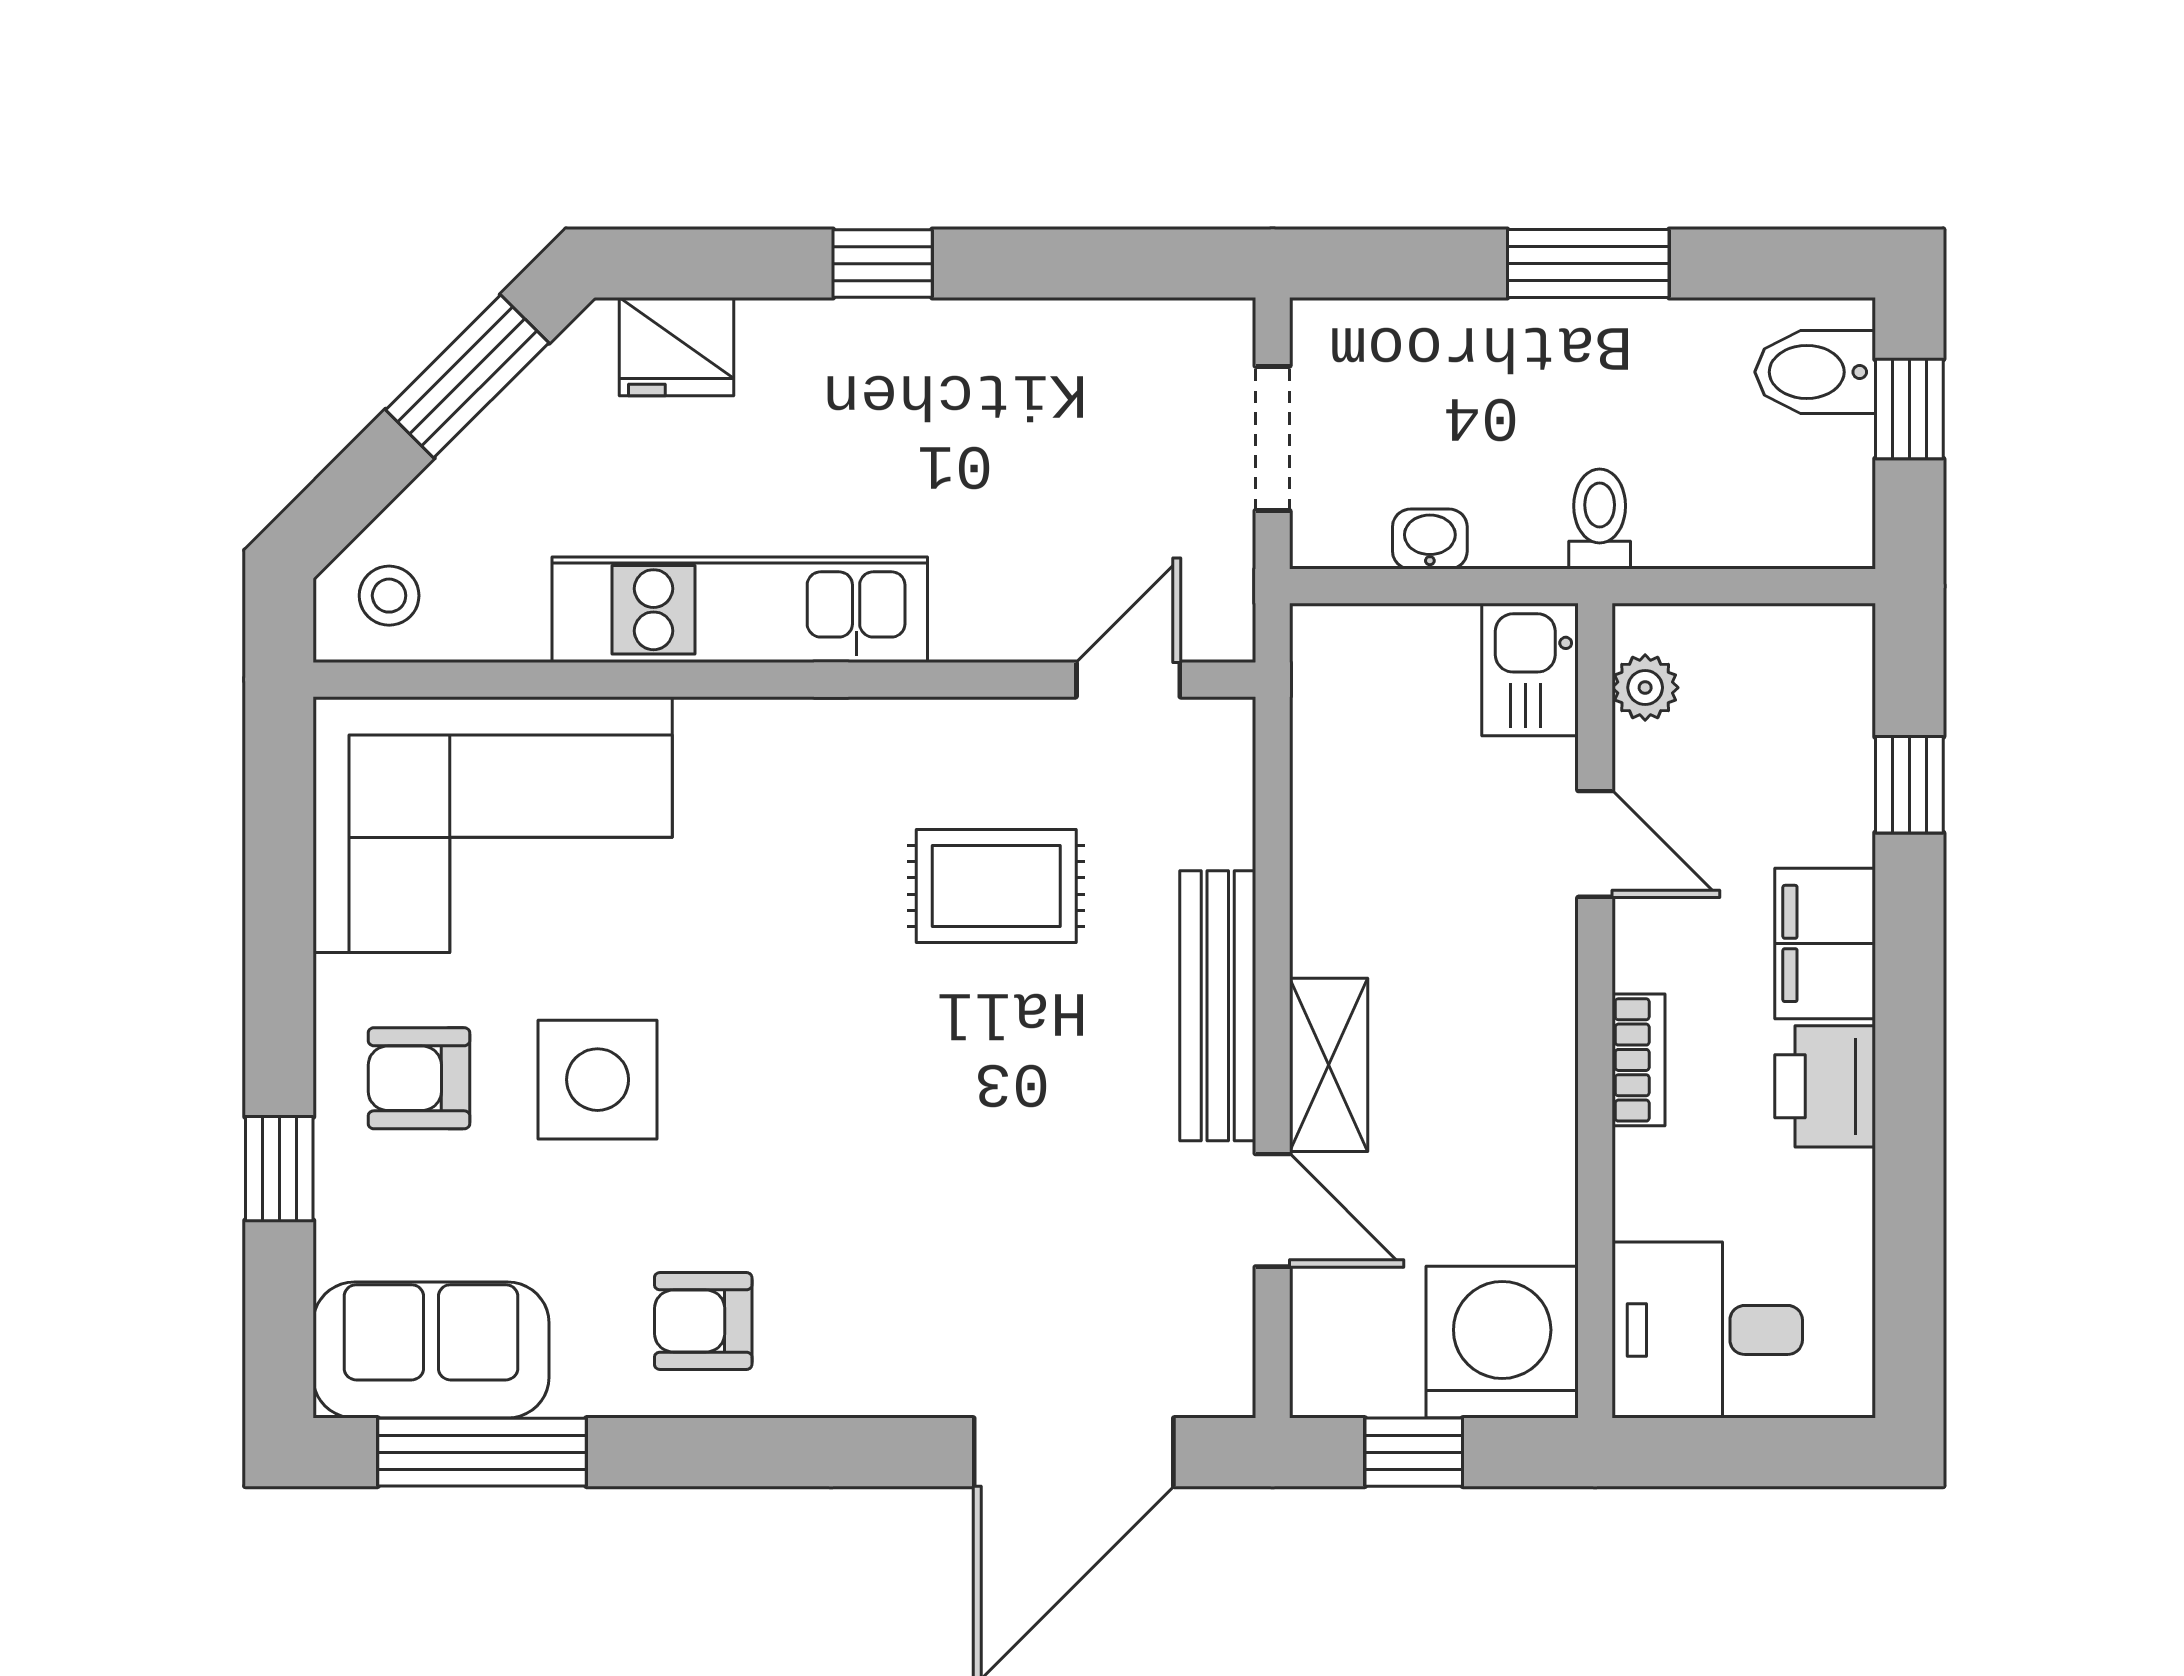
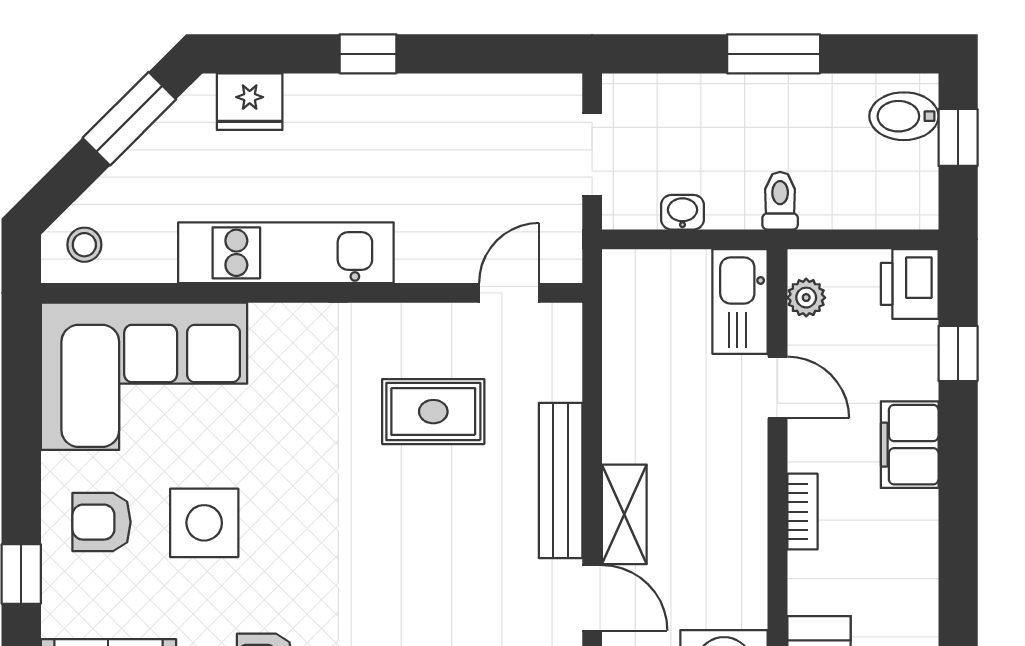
kitchen sink: (1530, 669) -> (740, 301), width x1.38
printer: (1825, 1086) -> (910, 284), moved

